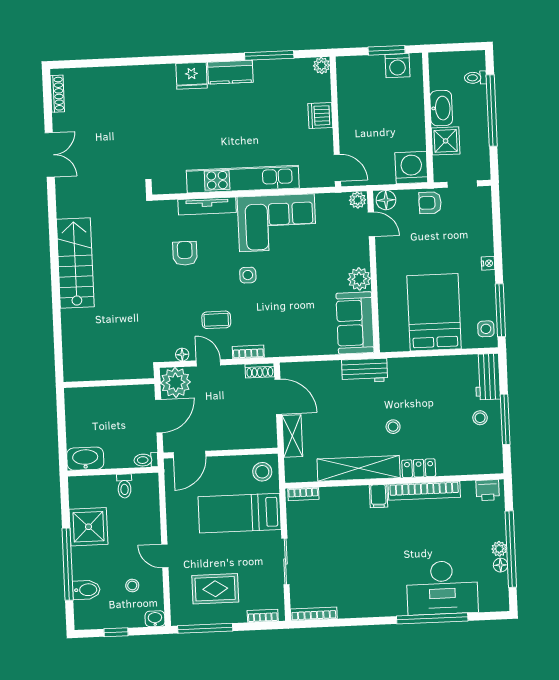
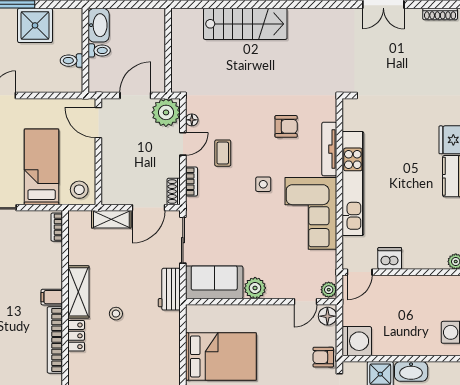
dishwasher: (320, 115) -> (390, 258), moved
armchair: (430, 203) -> (323, 357), turned -90
stairs: (75, 263) -> (245, 24), moved
sliding door: (311, 358) -> (183, 240), added
door: (159, 416) -> (135, 95), swing flipped
toilet: (146, 460) -> (99, 50), moved, turned 90
shelving: (359, 468) -> (78, 292), width x0.68

